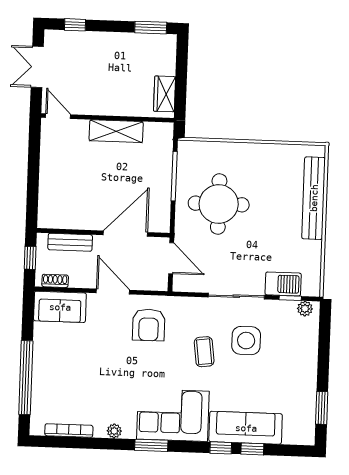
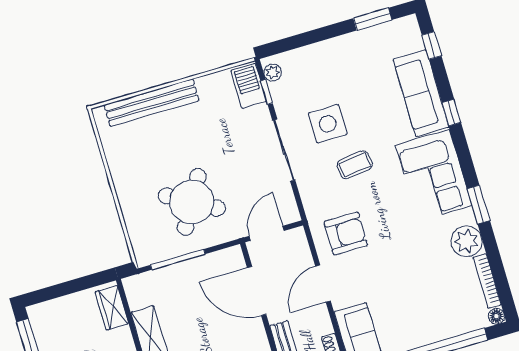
wardrobe: (165, 94) -> (112, 308), moved, turned 90
round table: (219, 204) -> (192, 202), turned 30
barbecue: (283, 284) -> (249, 86), moved
floor lamp: (37, 428) -> (496, 316), added
plant: (114, 431) -> (467, 241), width x1.88, depth x1.88
window: (151, 445) -> (478, 205), moved
window: (252, 449) -> (432, 46), moved

